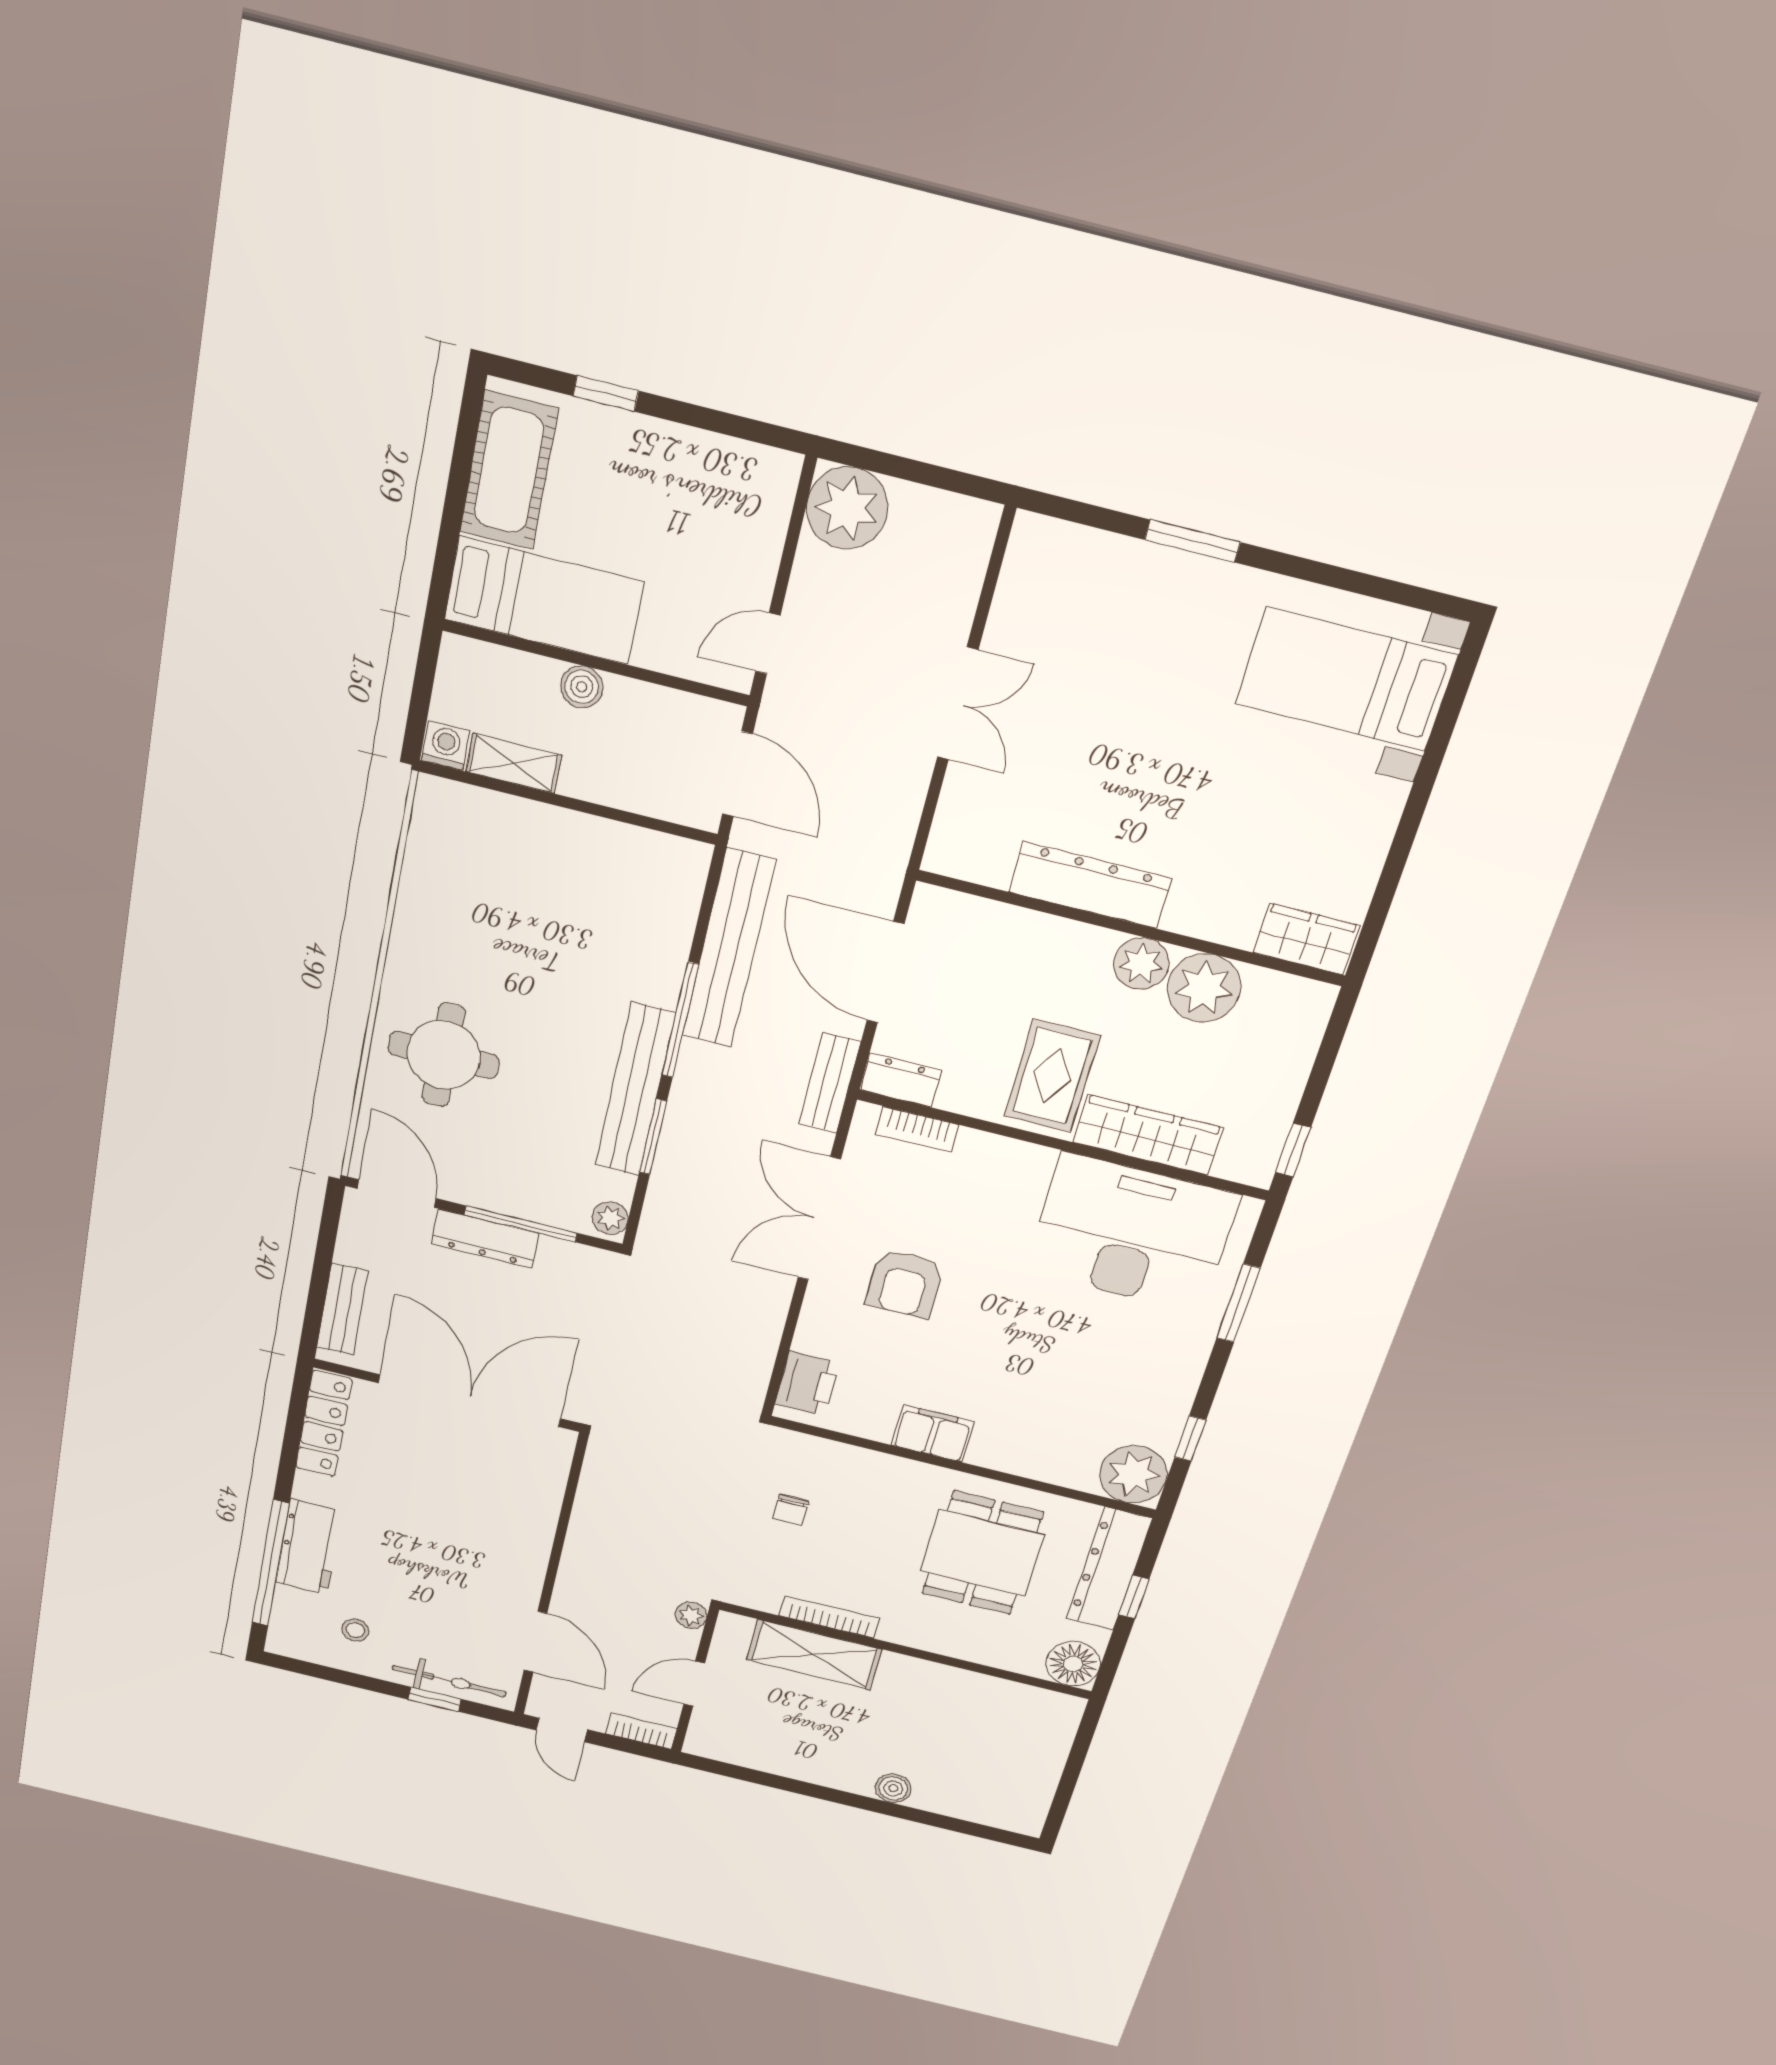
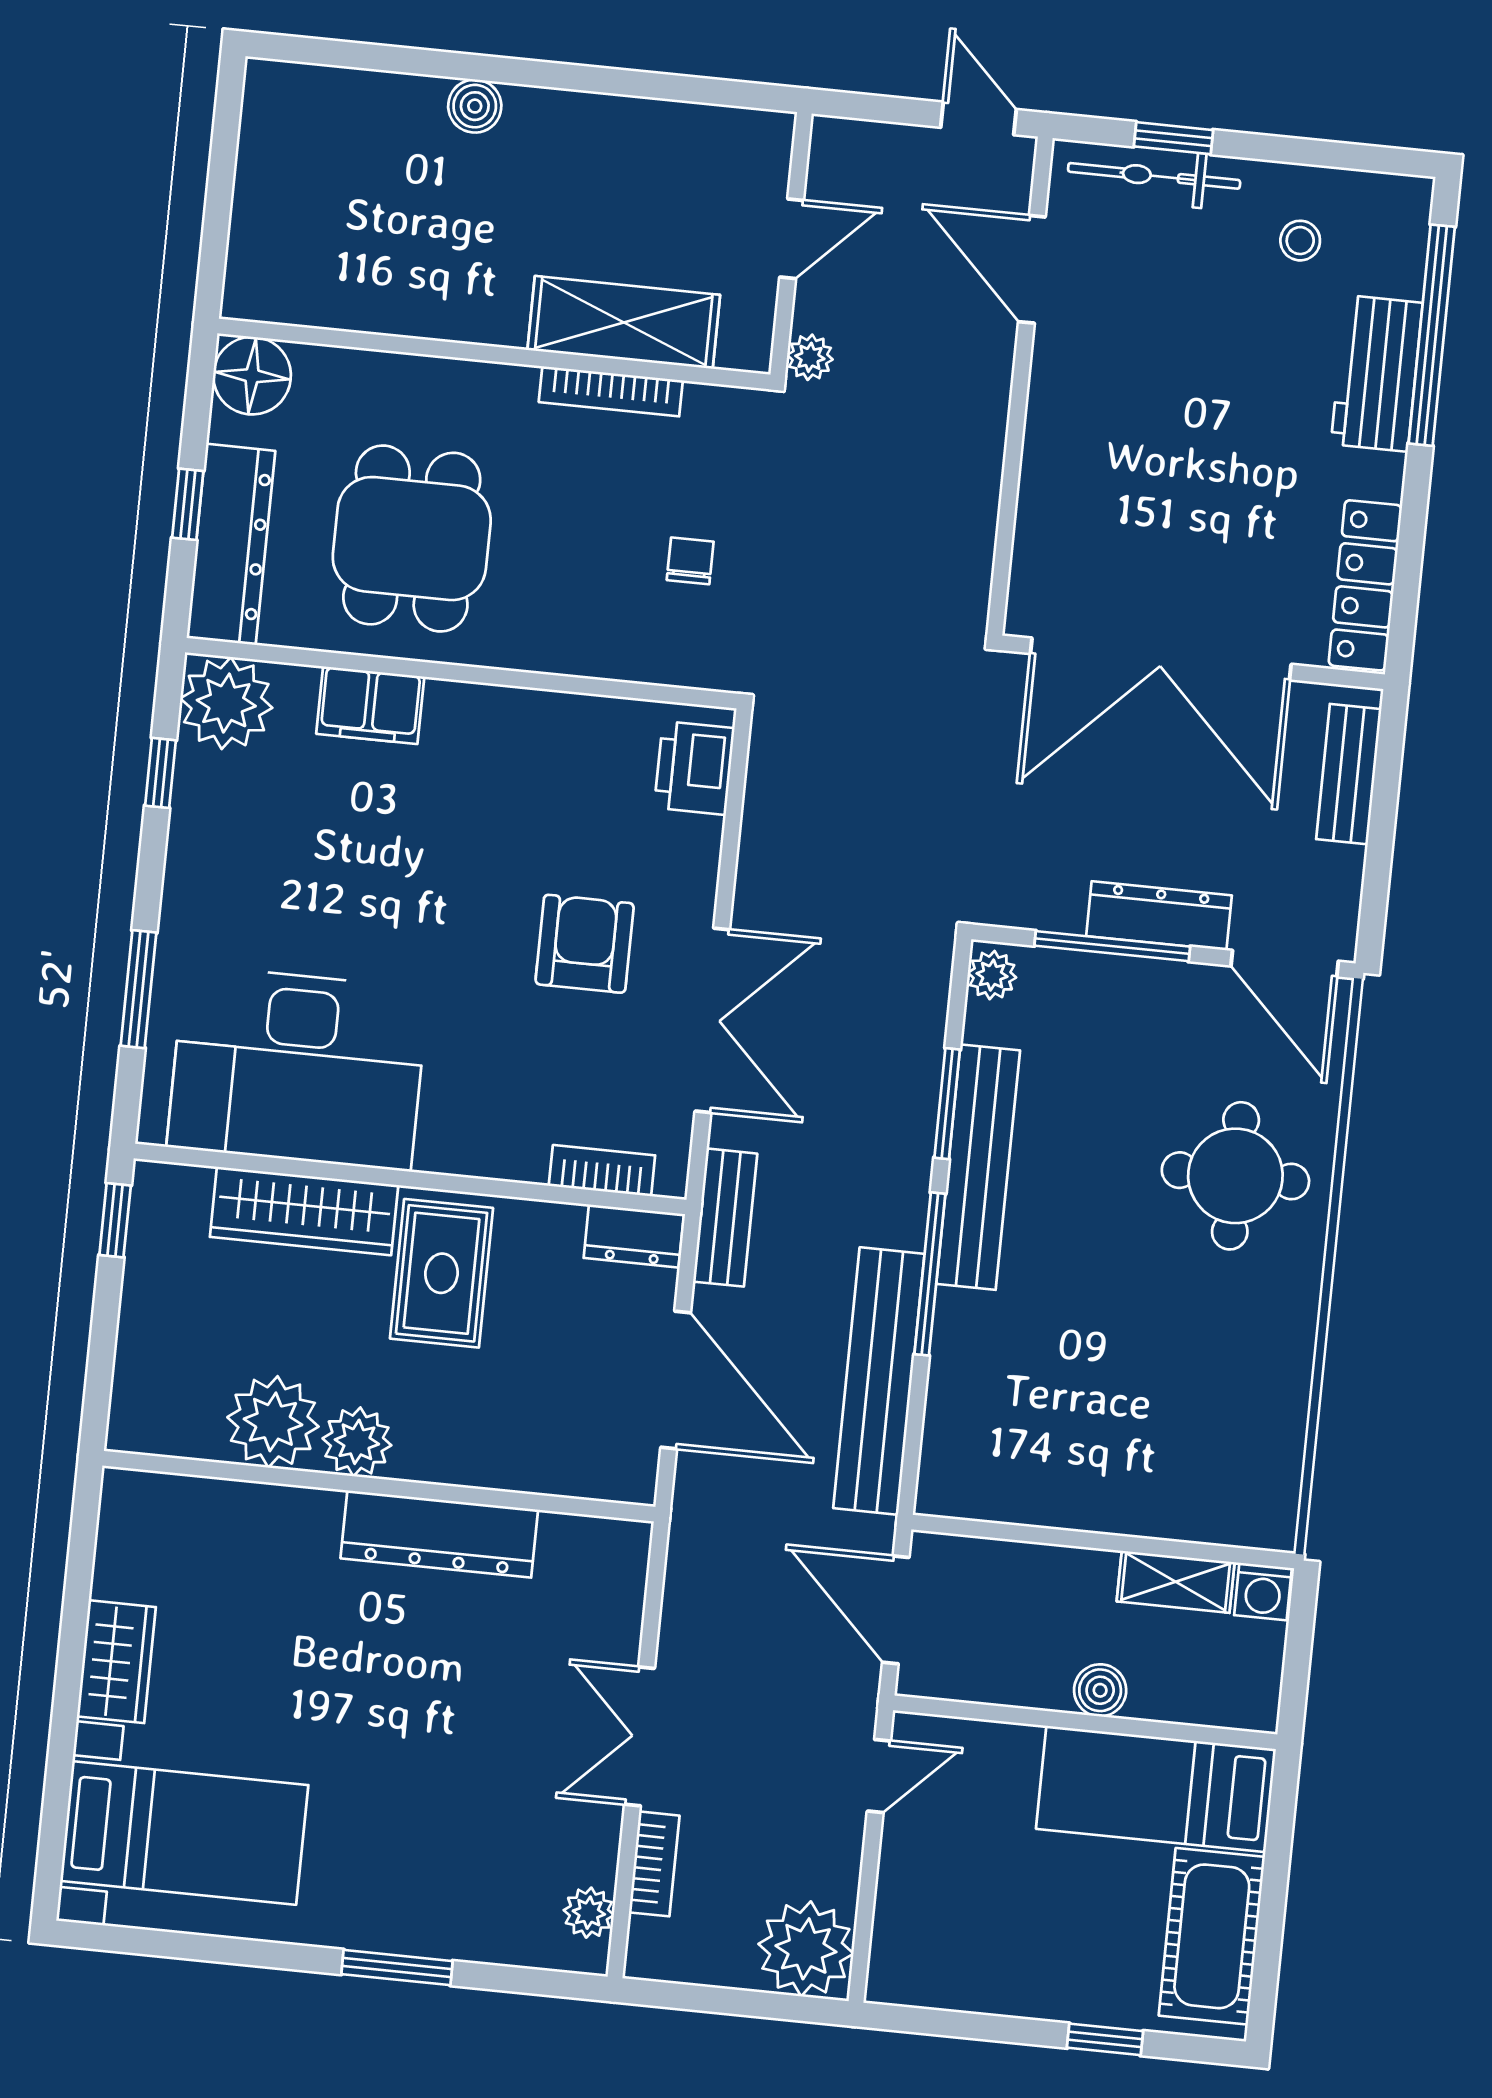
plant: (1023, 565) -> (589, 1913), added
wardrobe: (1306, 939) -> (116, 1662), moved, turned -90
filing cabinet: (933, 1433) -> (370, 705), moved
bookcase: (641, 1731) -> (654, 1864), moved, turned -90

